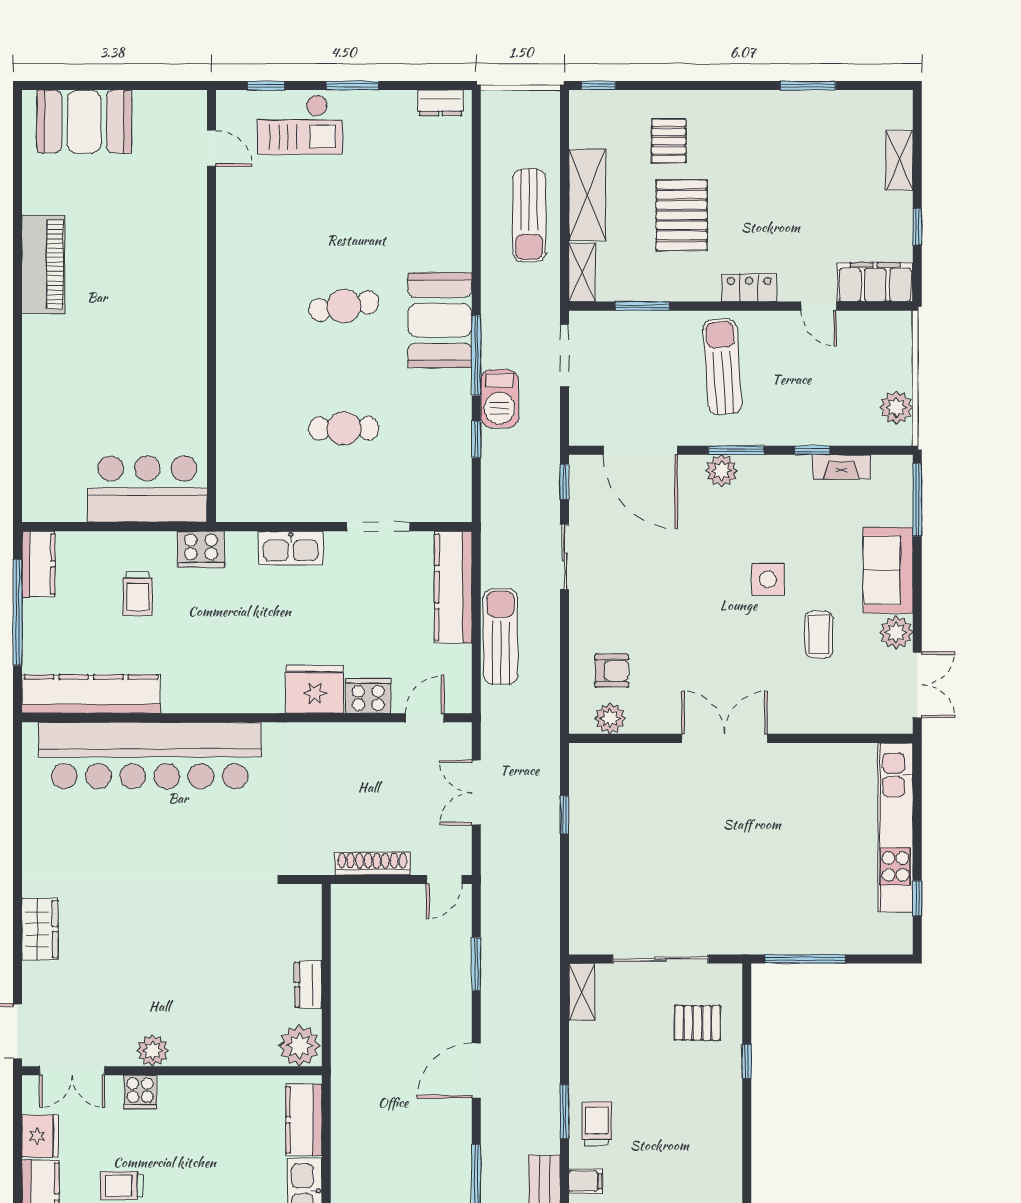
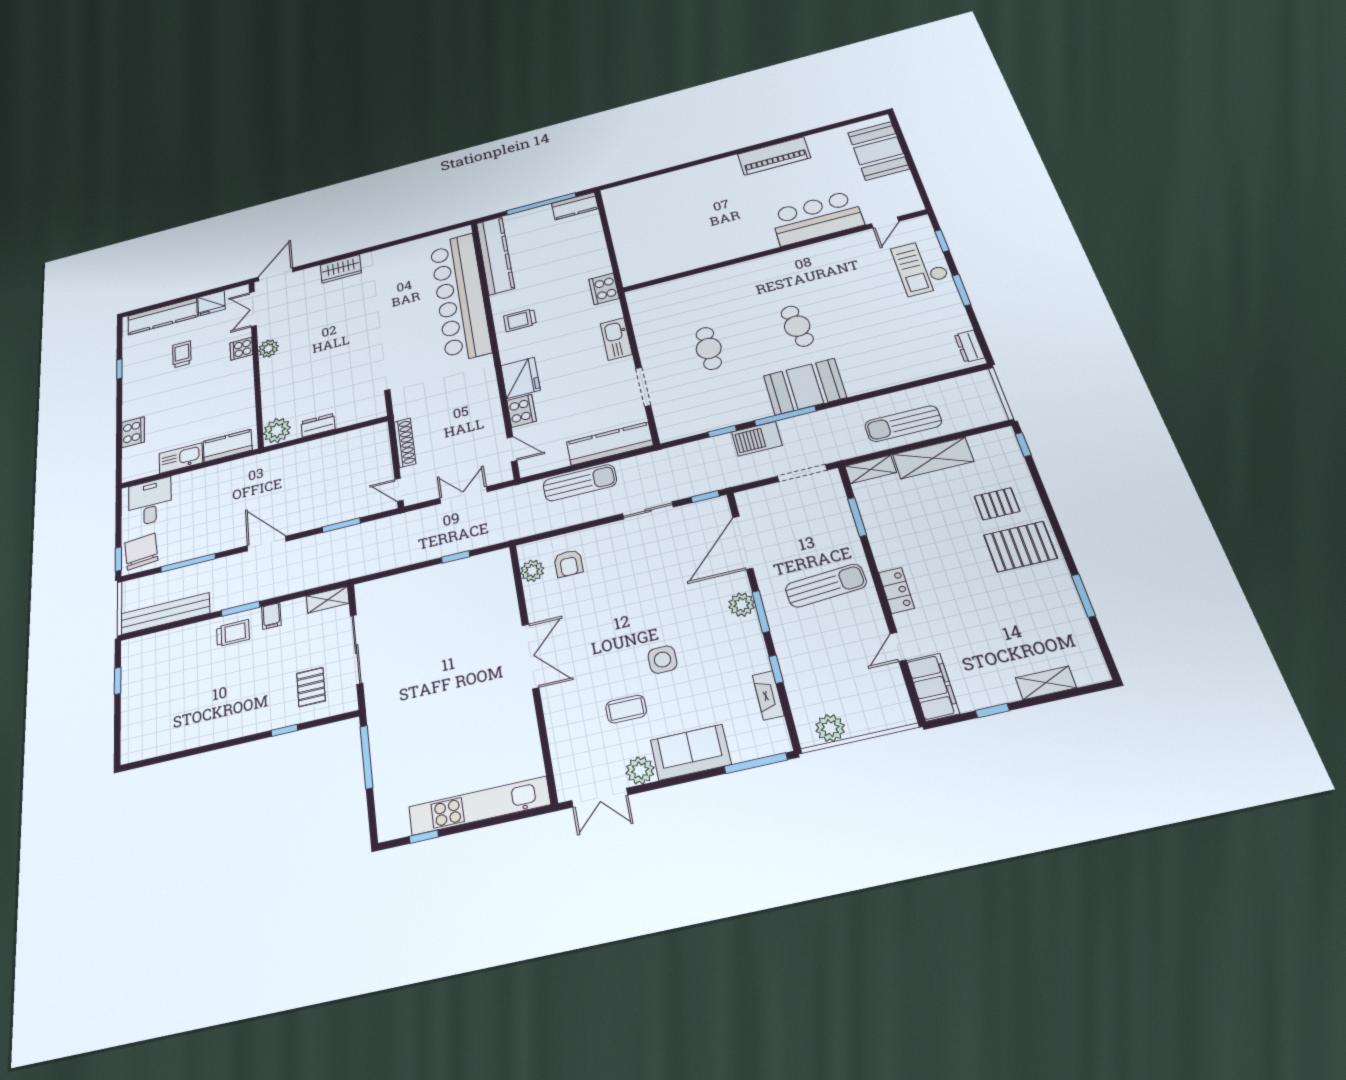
pallet: (682, 215) -> (1020, 547), moved
bar counter: (147, 489) -> (817, 218), moved, turned -90
trolley: (138, 594) -> (520, 320), moved
filing cabinet: (586, 1181) -> (271, 616), moved

